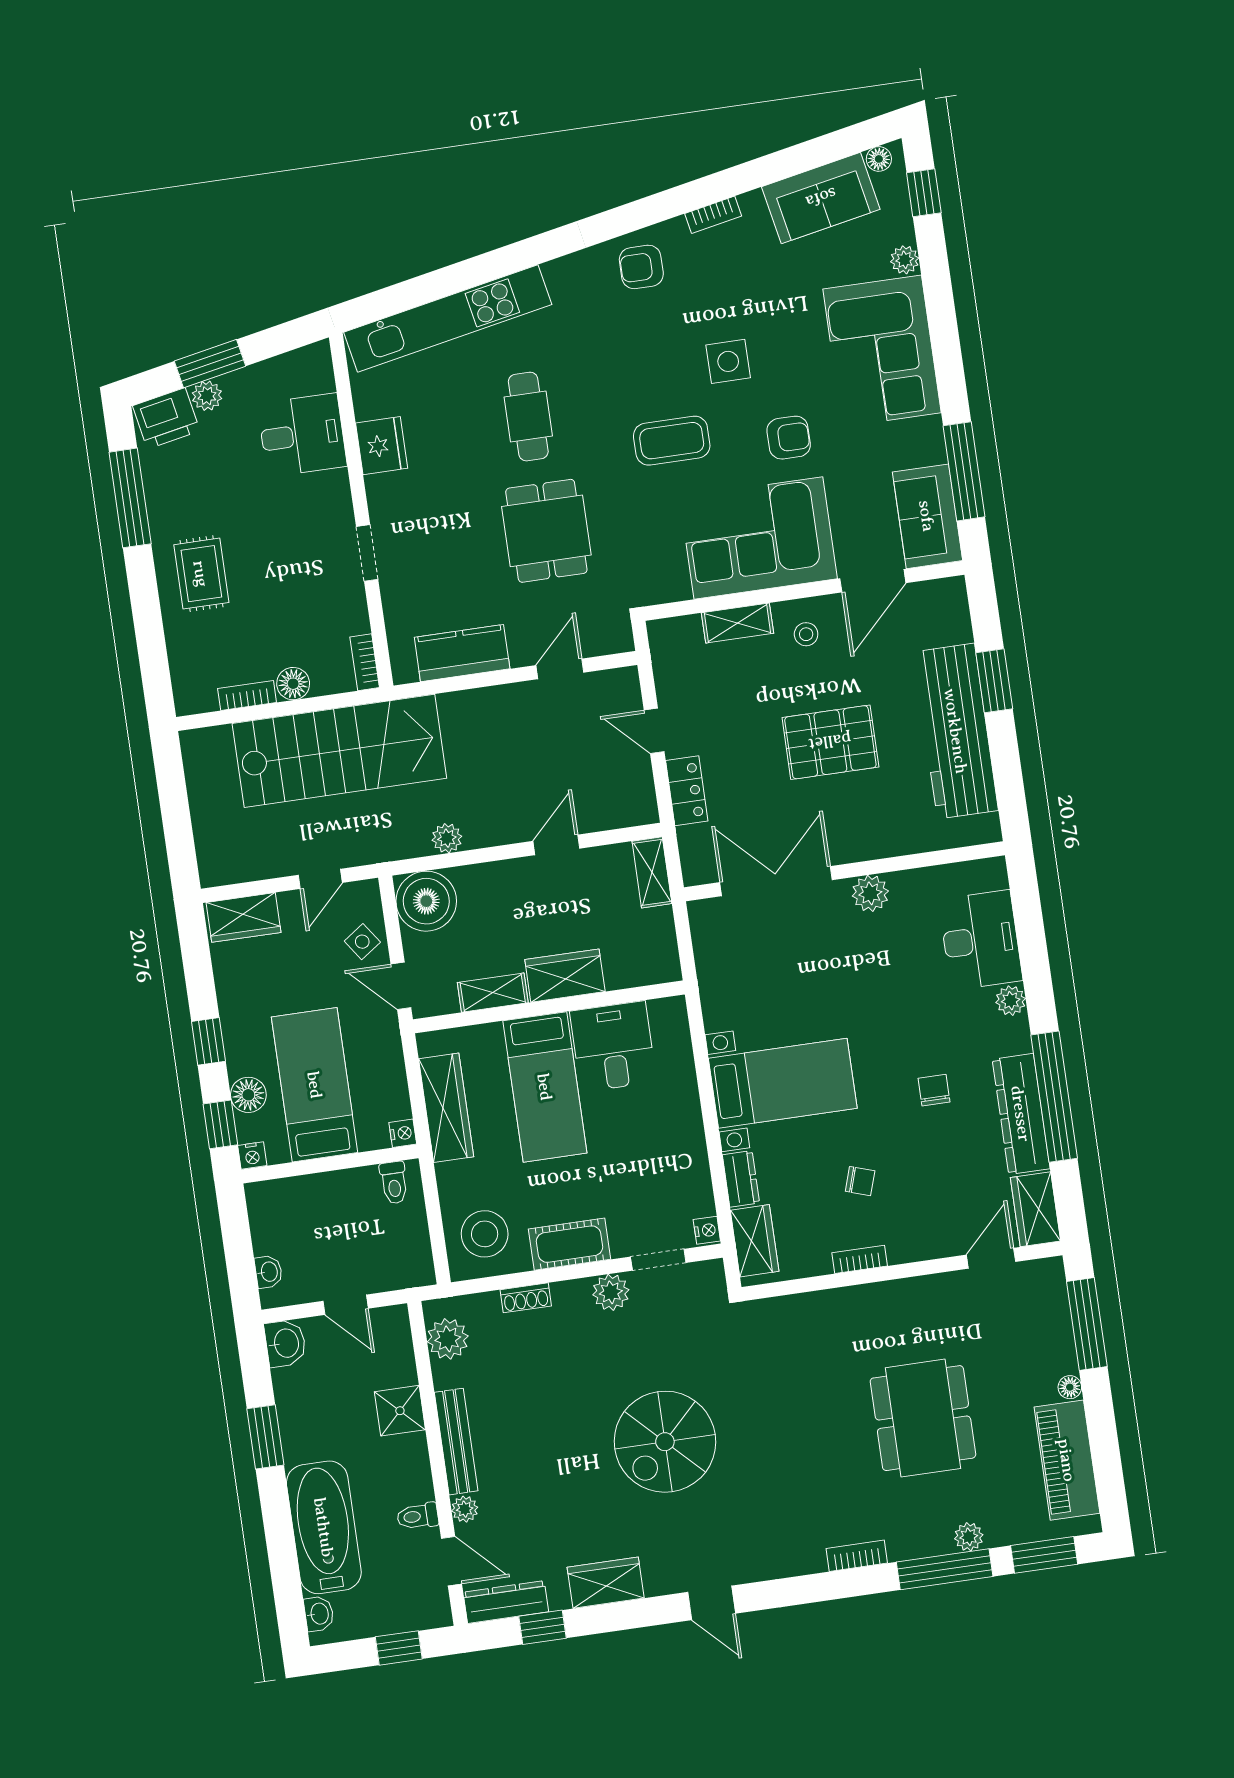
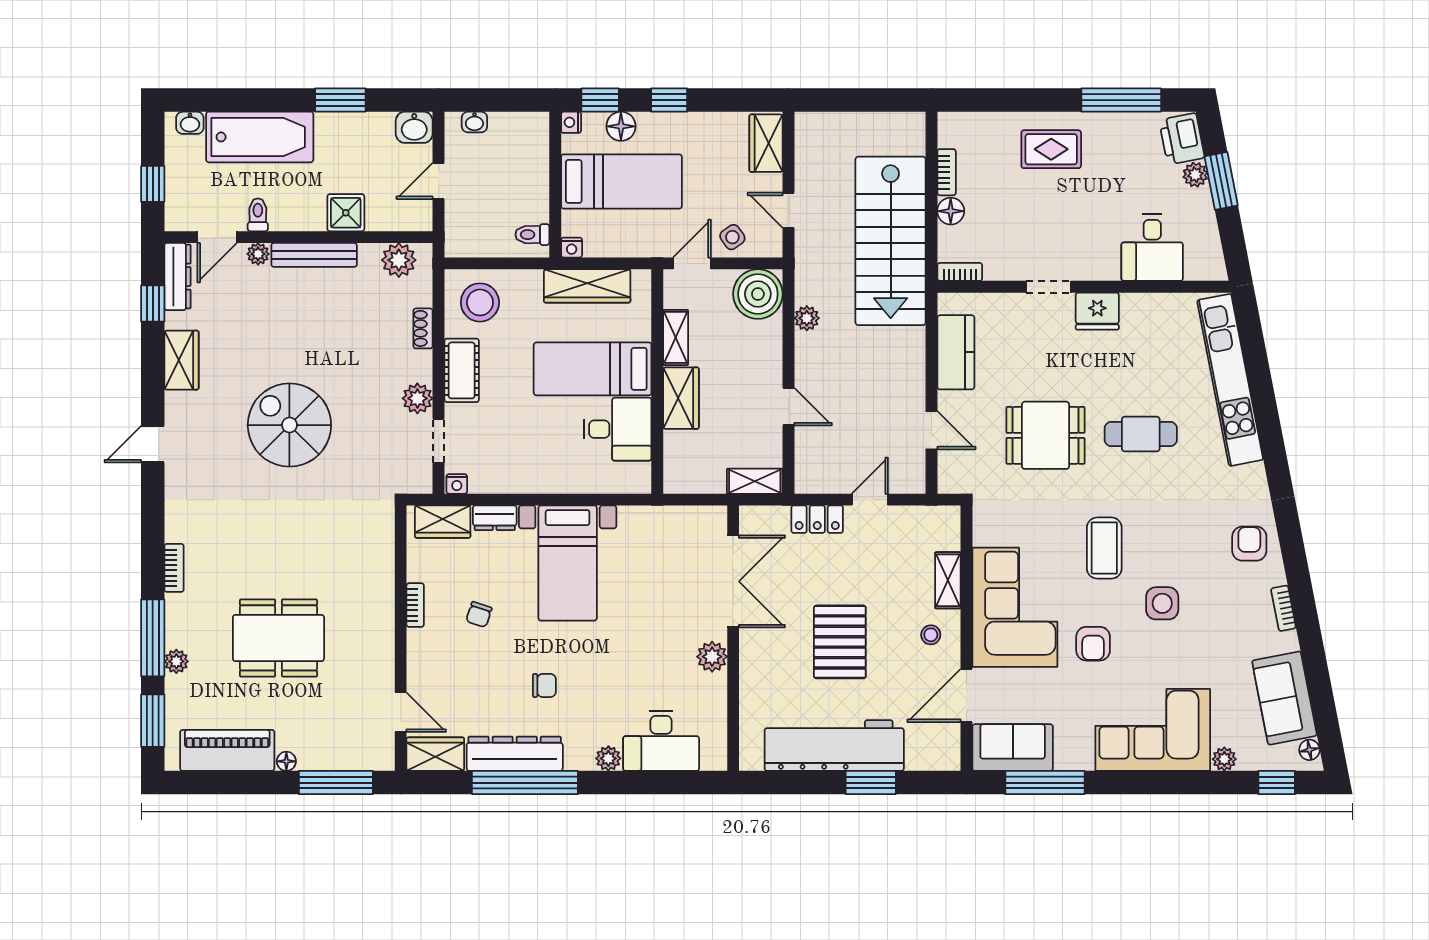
fridge: (382, 446) -> (1097, 311), moved
door: (873, 581) -> (966, 695), hinge flipped

